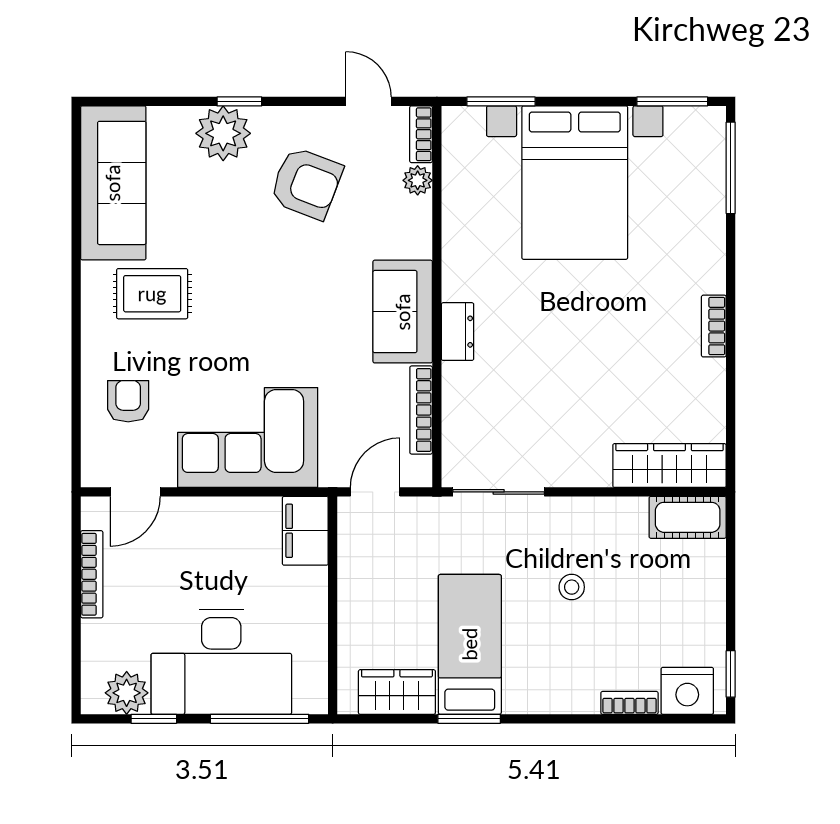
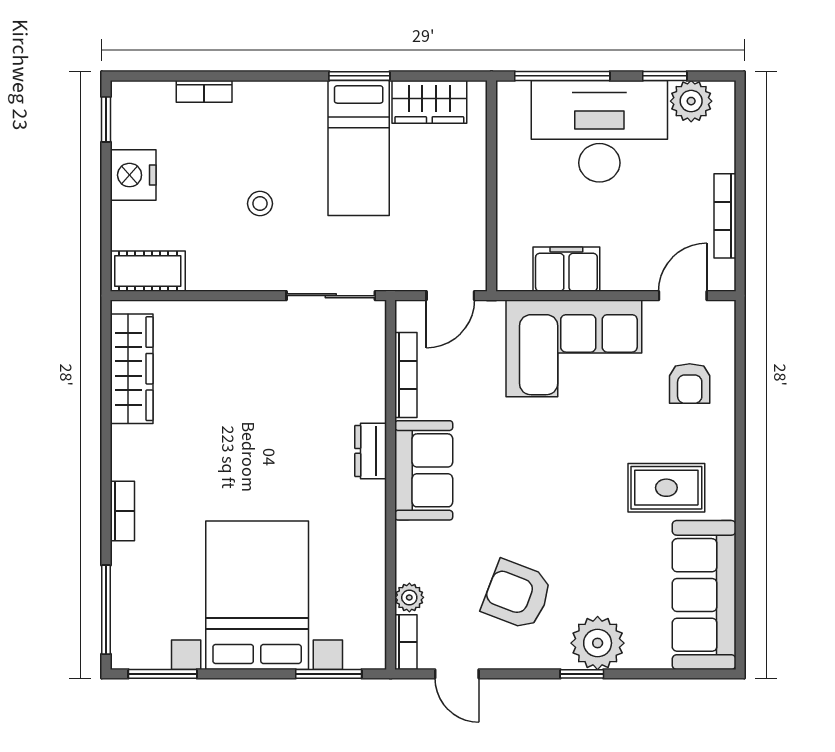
bookcase: (714, 326) -> (122, 511), moved
wardrobe: (669, 466) -> (132, 369), moved, turned -90
filing cabinet: (305, 531) -> (566, 269), moved, turned -90
nightstand: (687, 691) -> (133, 175), moved, turned -90

